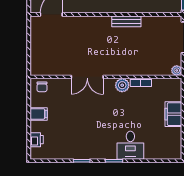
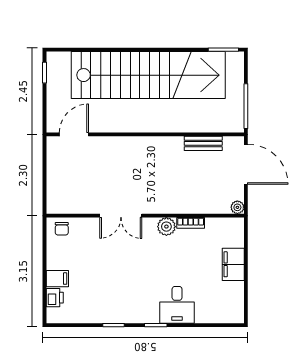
bench: (126, 21) -> (203, 143), moved
filing cabinet: (39, 114) -> (57, 279), moved

